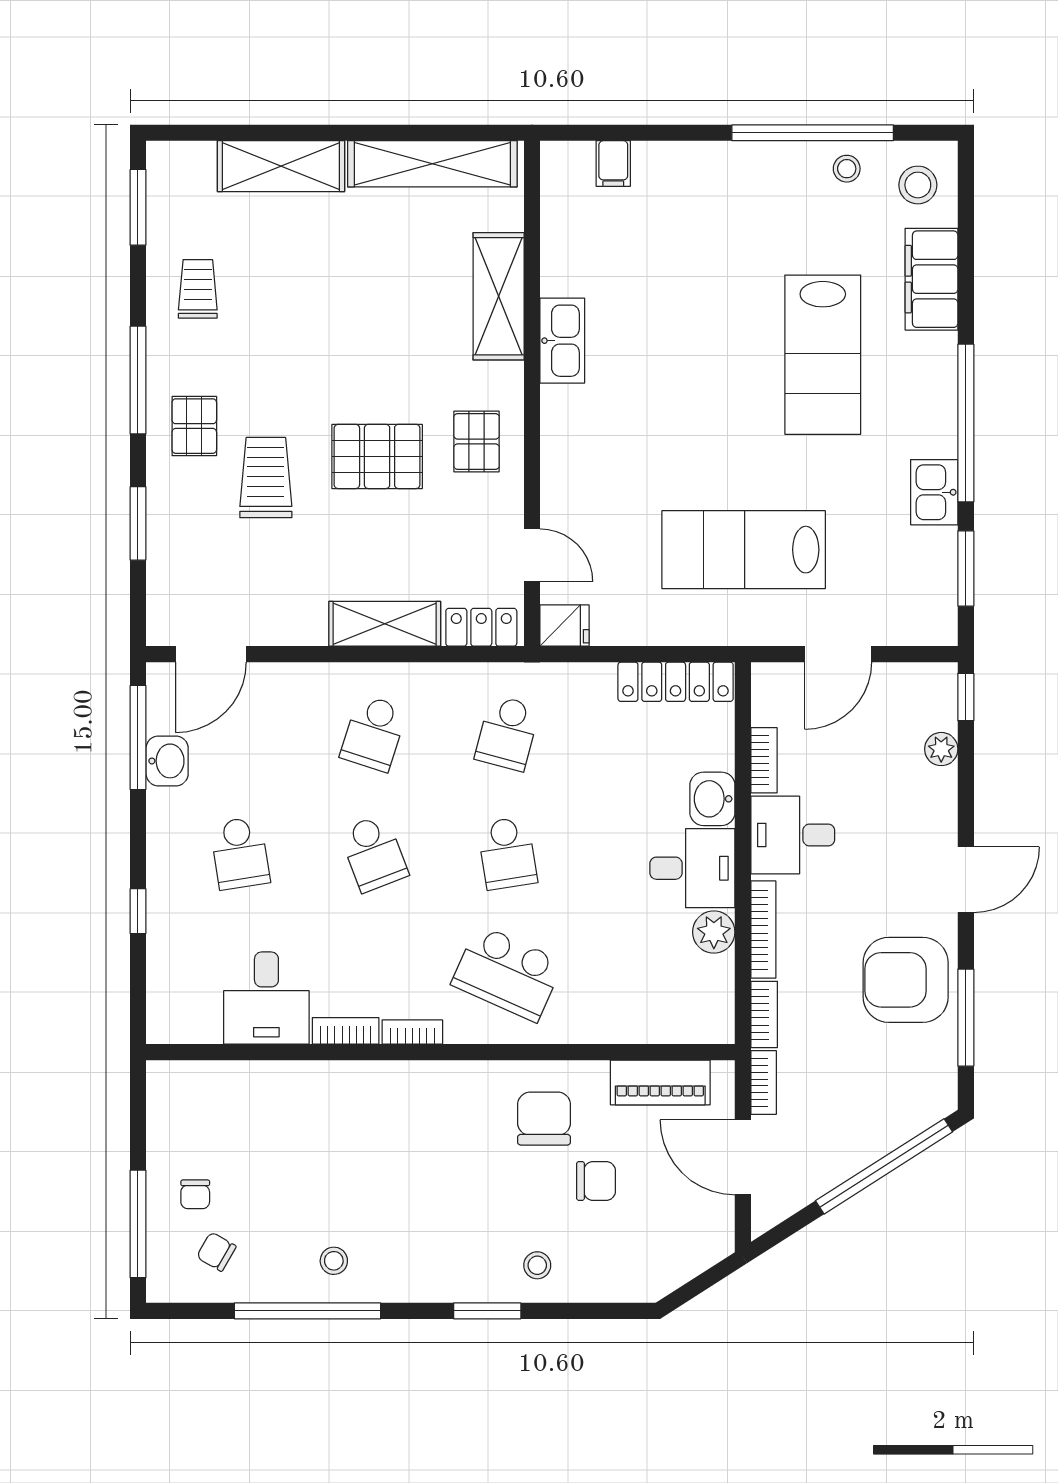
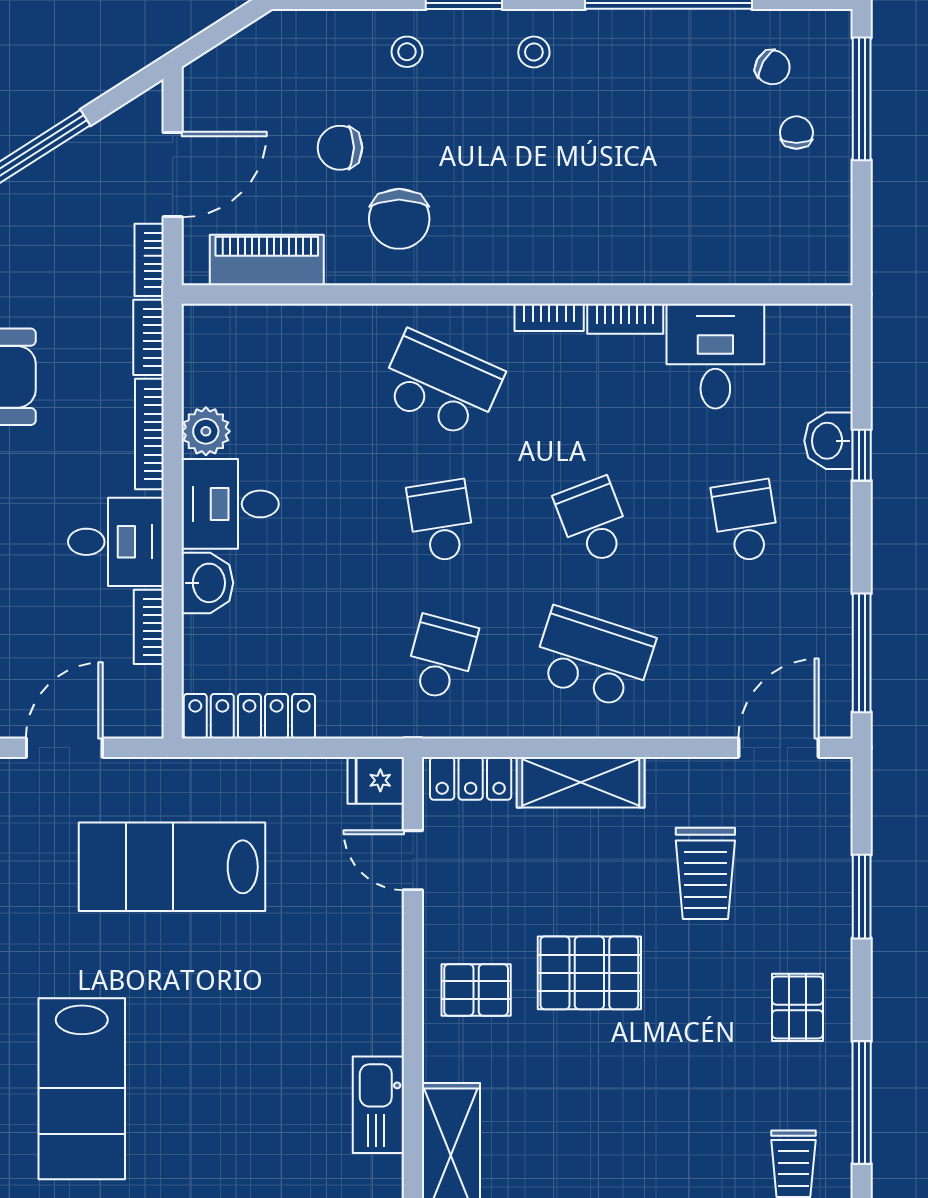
lab bench: (823, 355) -> (82, 1089), turned 180
window: (138, 380) -> (862, 1102), moved
pallet: (477, 441) -> (476, 990), turned 90
trolley: (266, 478) -> (705, 873), moved
lab bench: (744, 550) -> (172, 867), turned 180
school desk: (374, 733) -> (593, 658), width x1.85
washbasin: (167, 761) -> (828, 441), moved
door: (743, 1157) -> (173, 175), hinge flipped
stool: (334, 1261) -> (534, 52), moved

